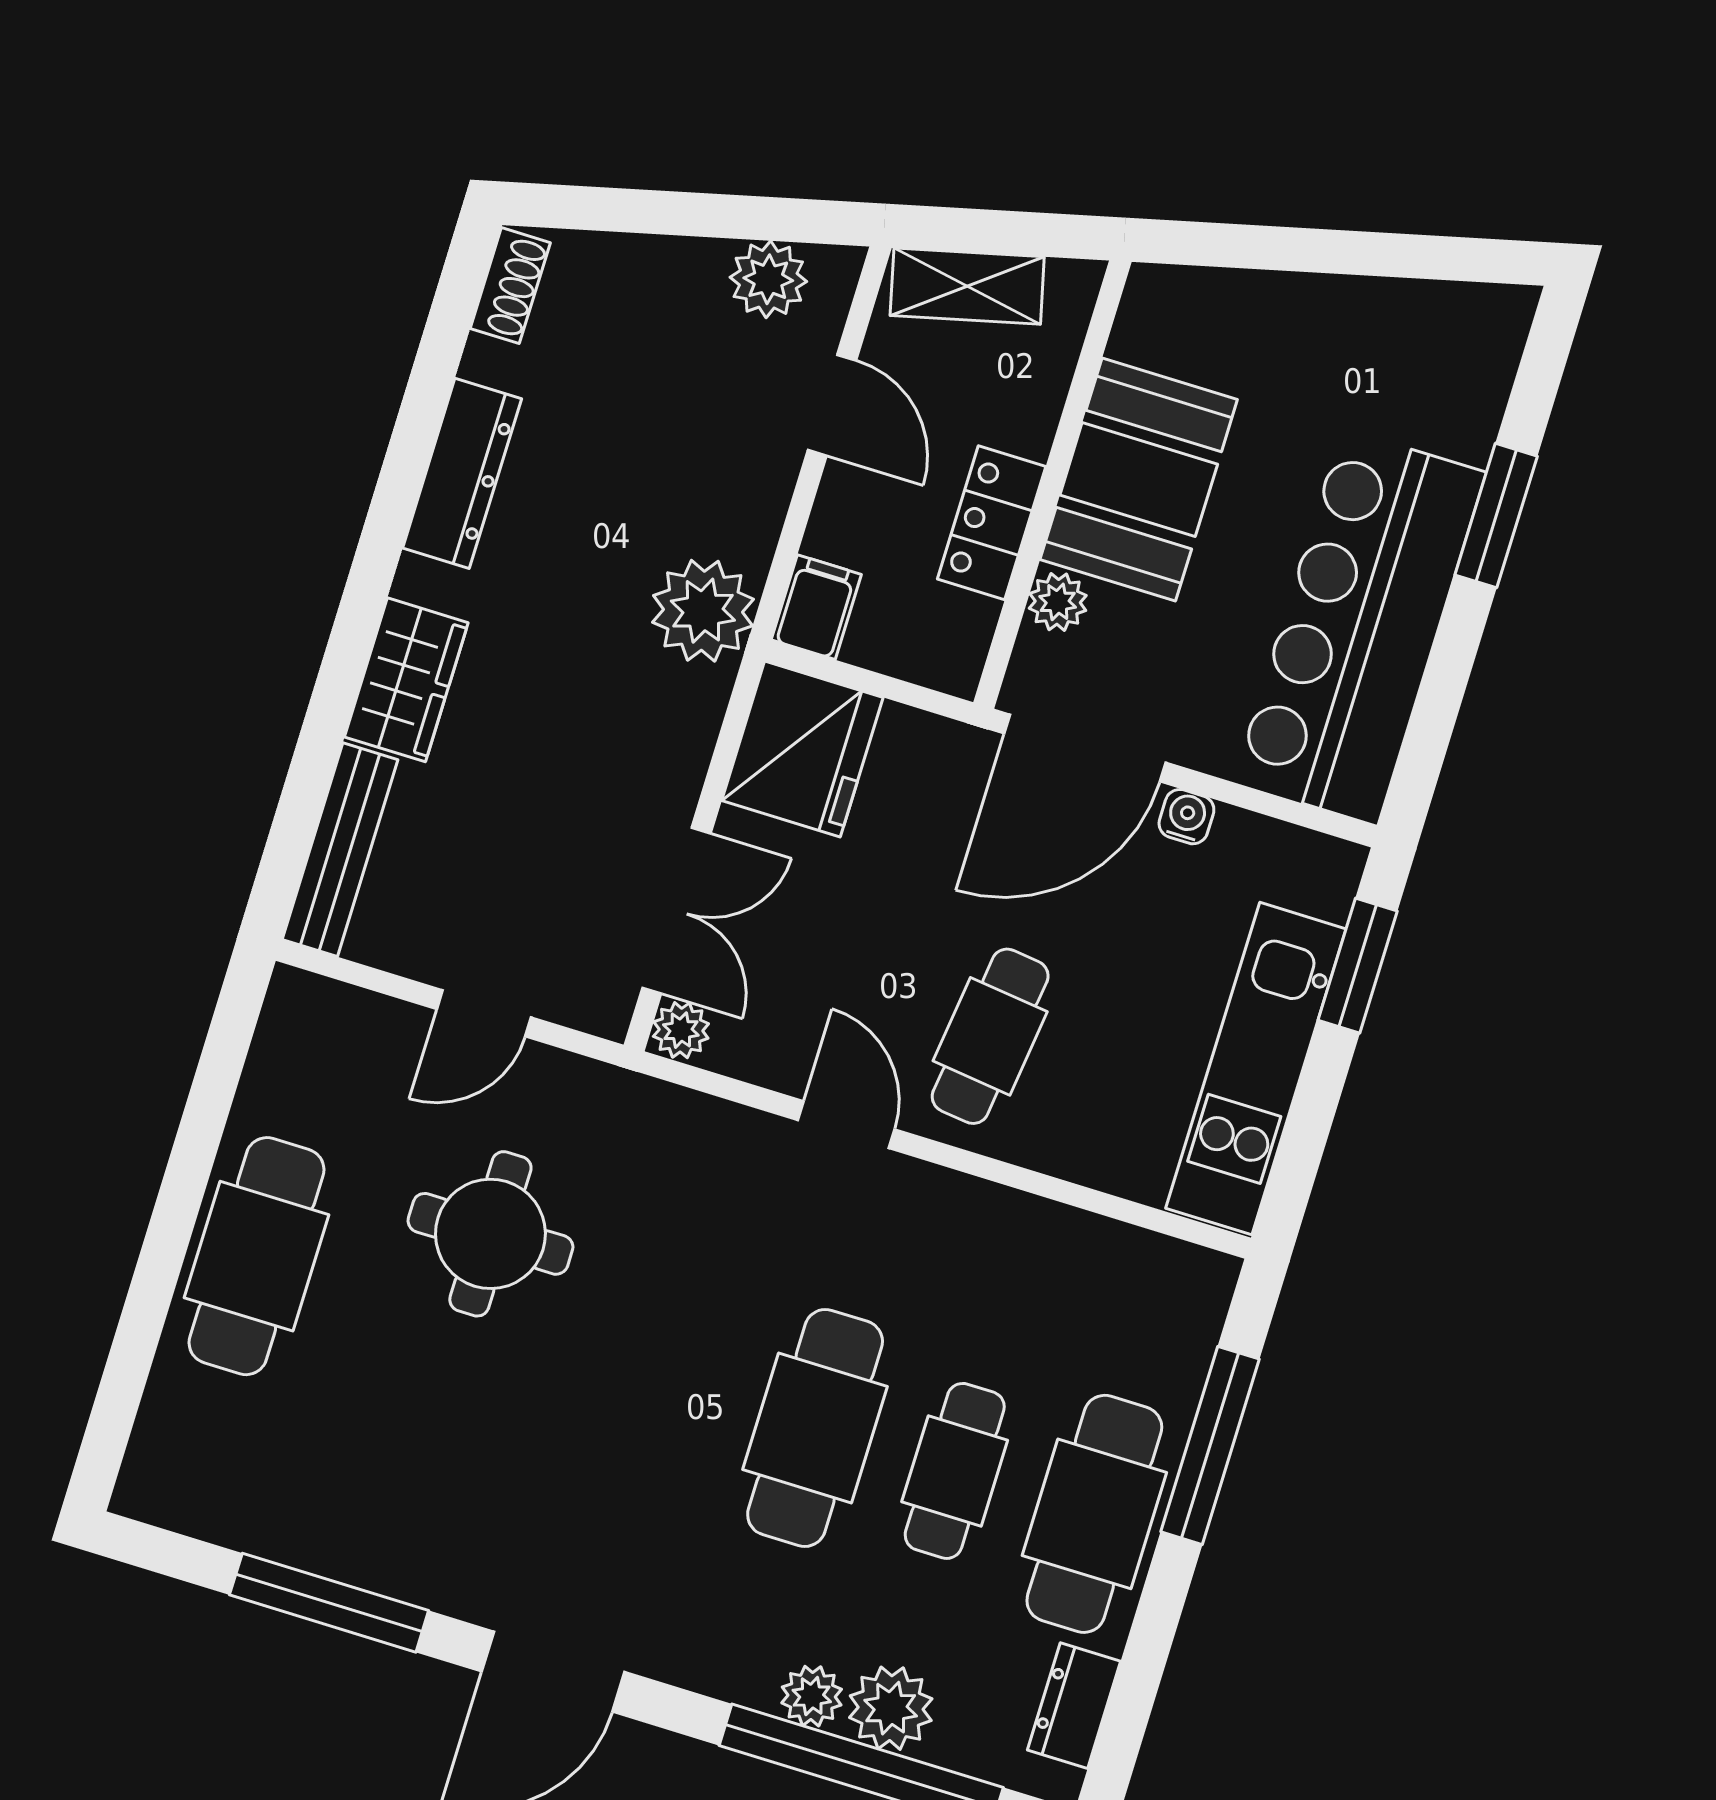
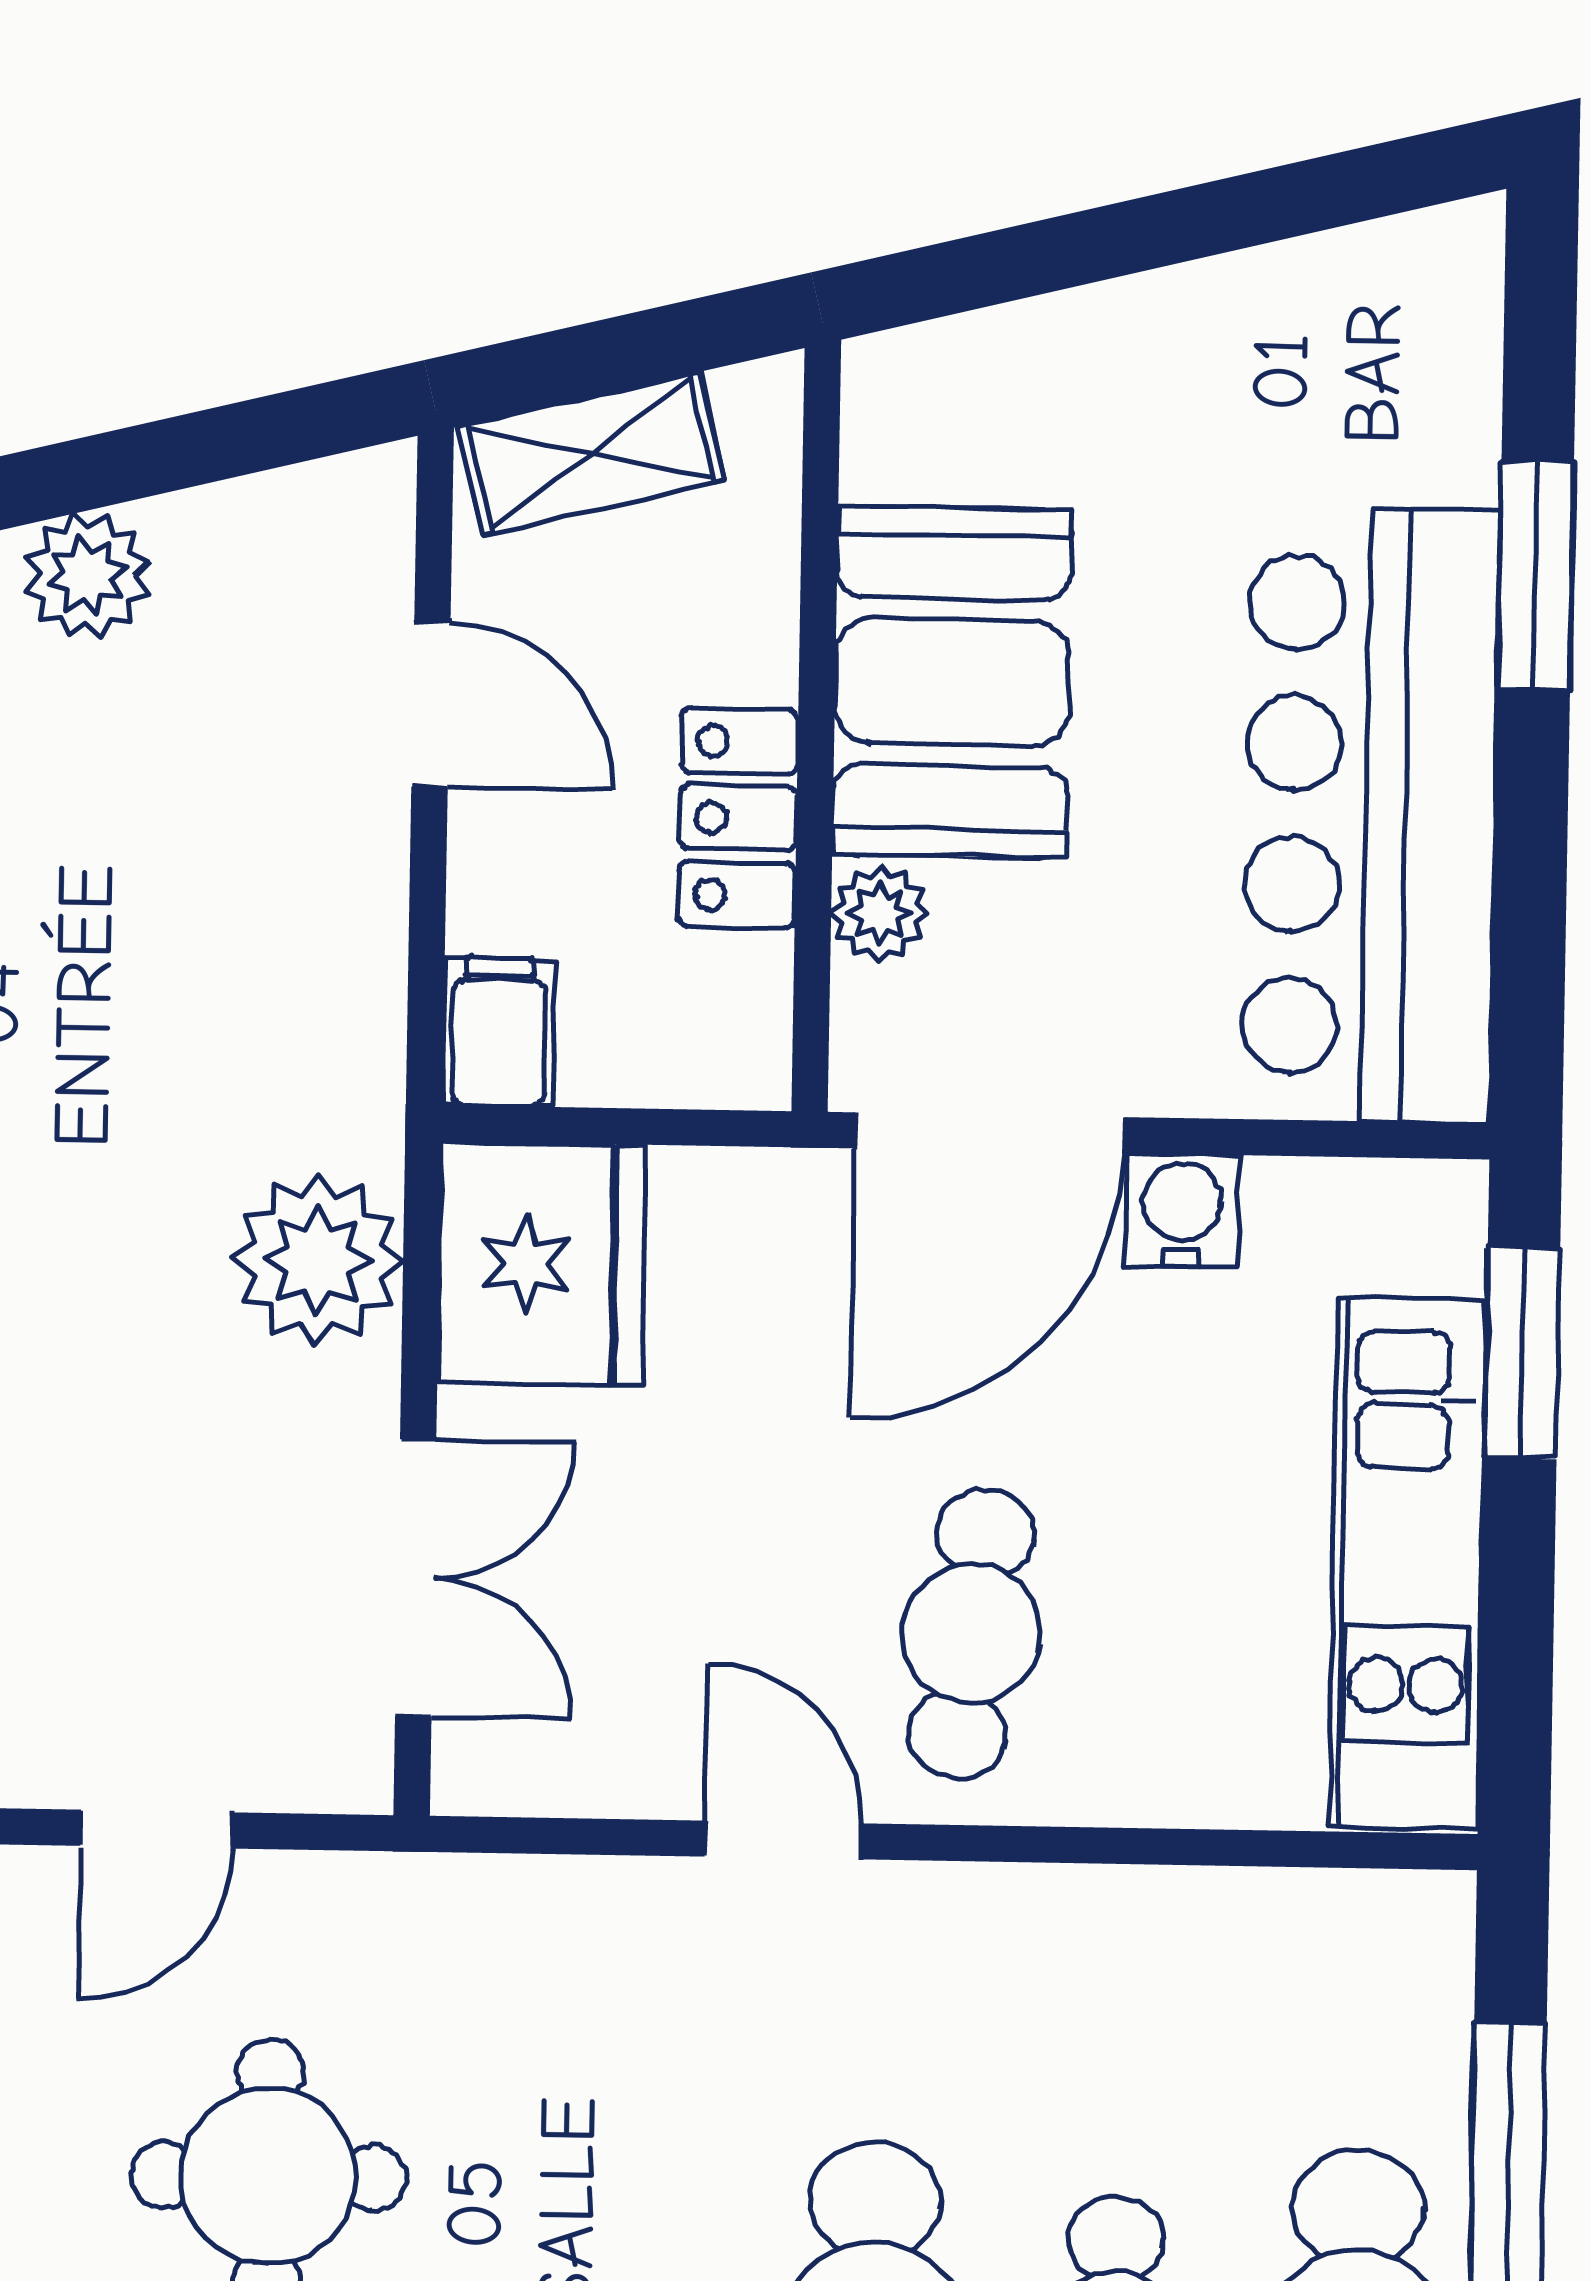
plant: (768, 279) -> (87, 576), moved
plant: (703, 611) -> (317, 1260), moved
water cooler: (1186, 817) -> (1182, 1211), width x1.38, depth x1.38
plant: (681, 1030) -> (478, 1766), removed

